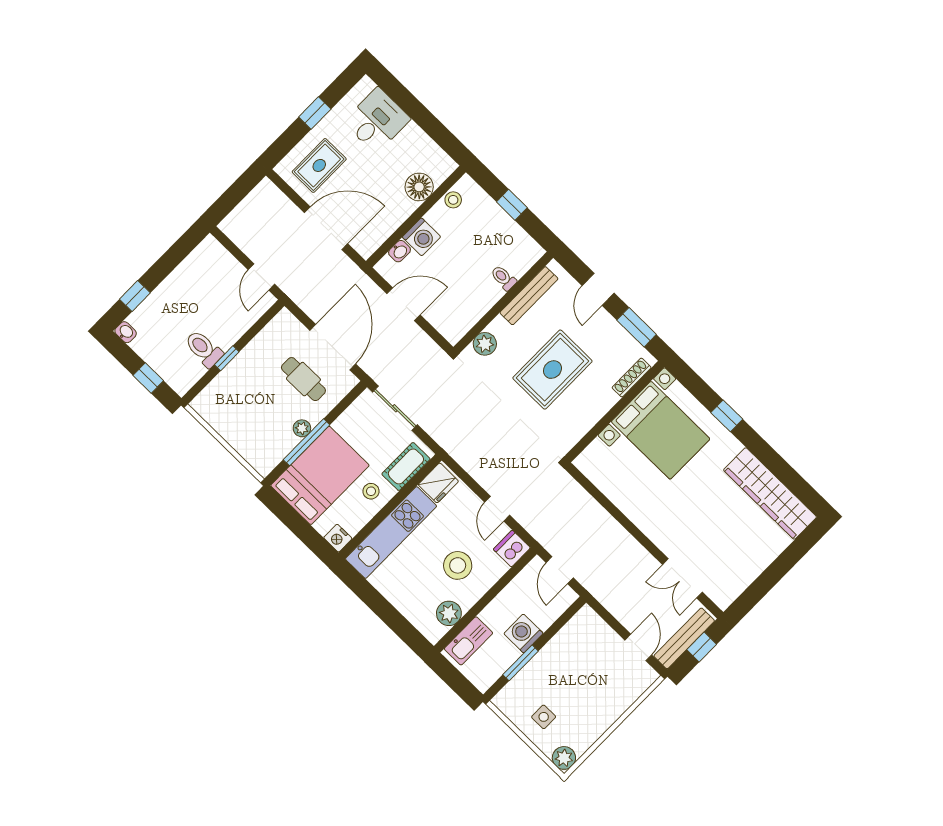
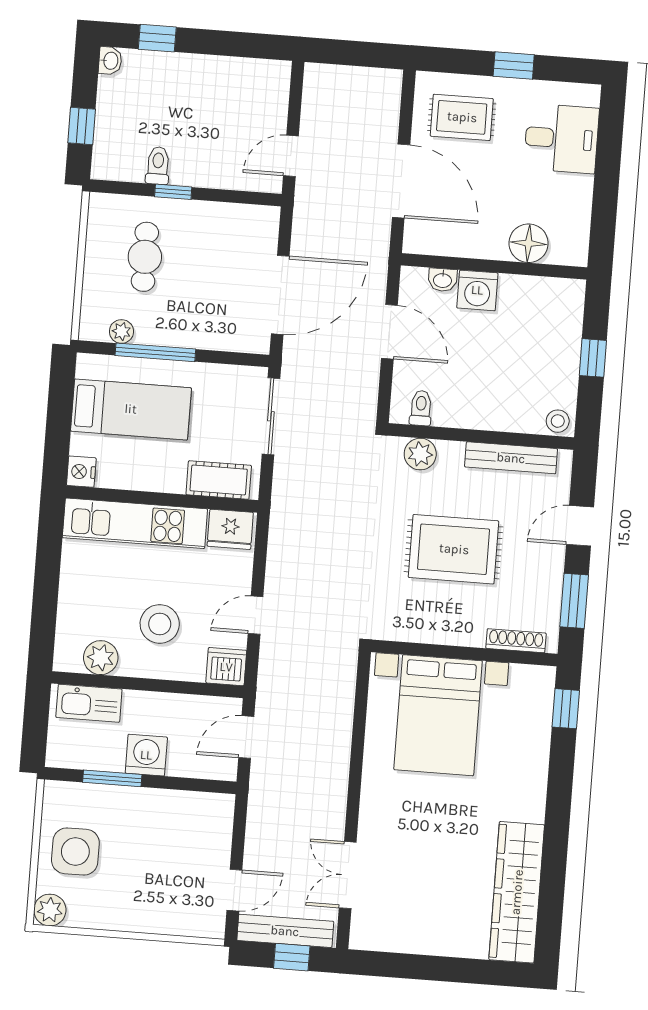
stool: (453, 200) -> (558, 421), moved
toilet: (504, 278) -> (421, 408), moved
toilet: (204, 349) -> (158, 166), width x0.73, depth x0.72
cafe table: (303, 379) -> (145, 257), moved
window: (727, 416) -> (566, 709), moved
plant: (302, 428) -> (121, 331), moved
bed with nightstands: (661, 430) -> (438, 715), moved
bed: (320, 475) -> (131, 409), width x0.67
stool: (371, 491) -> (161, 465), removed
side table: (544, 717) -> (75, 852), width x1.87, depth x1.87

